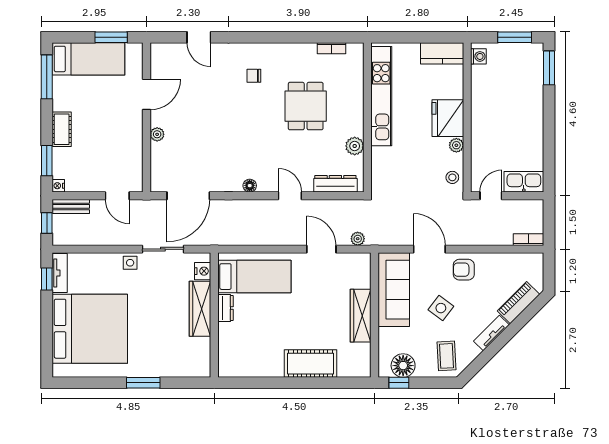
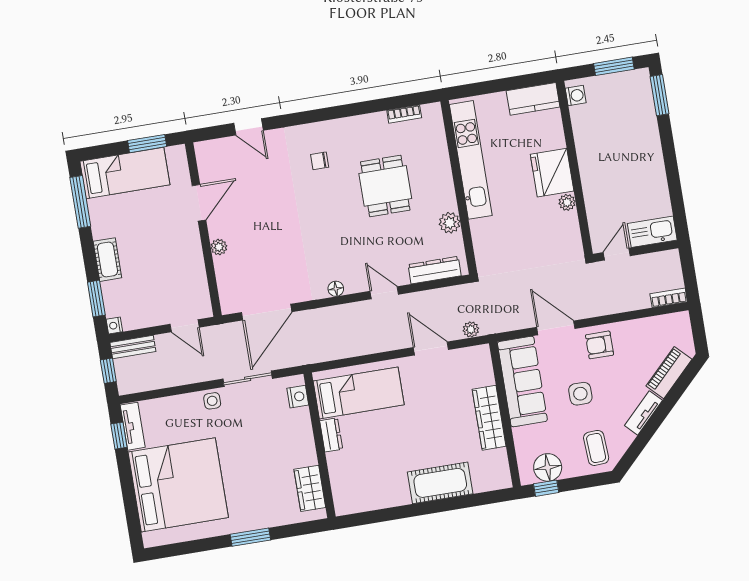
stool: (452, 177) -> (569, 240), removed
side table: (441, 308) -> (580, 394), turned -37
wardrobe: (200, 309) -> (310, 488), moved, width x0.67

